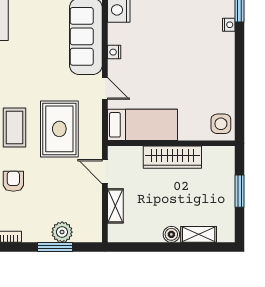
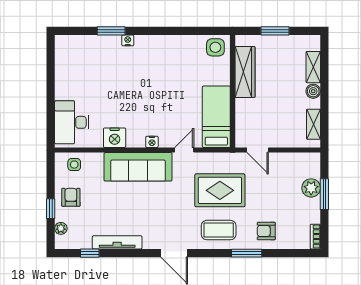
wardrobe: (172, 157) -> (245, 72), moved
door: (105, 172) -> (258, 150), hinge flipped
shelving: (115, 206) -> (313, 124), moved, turned 90

